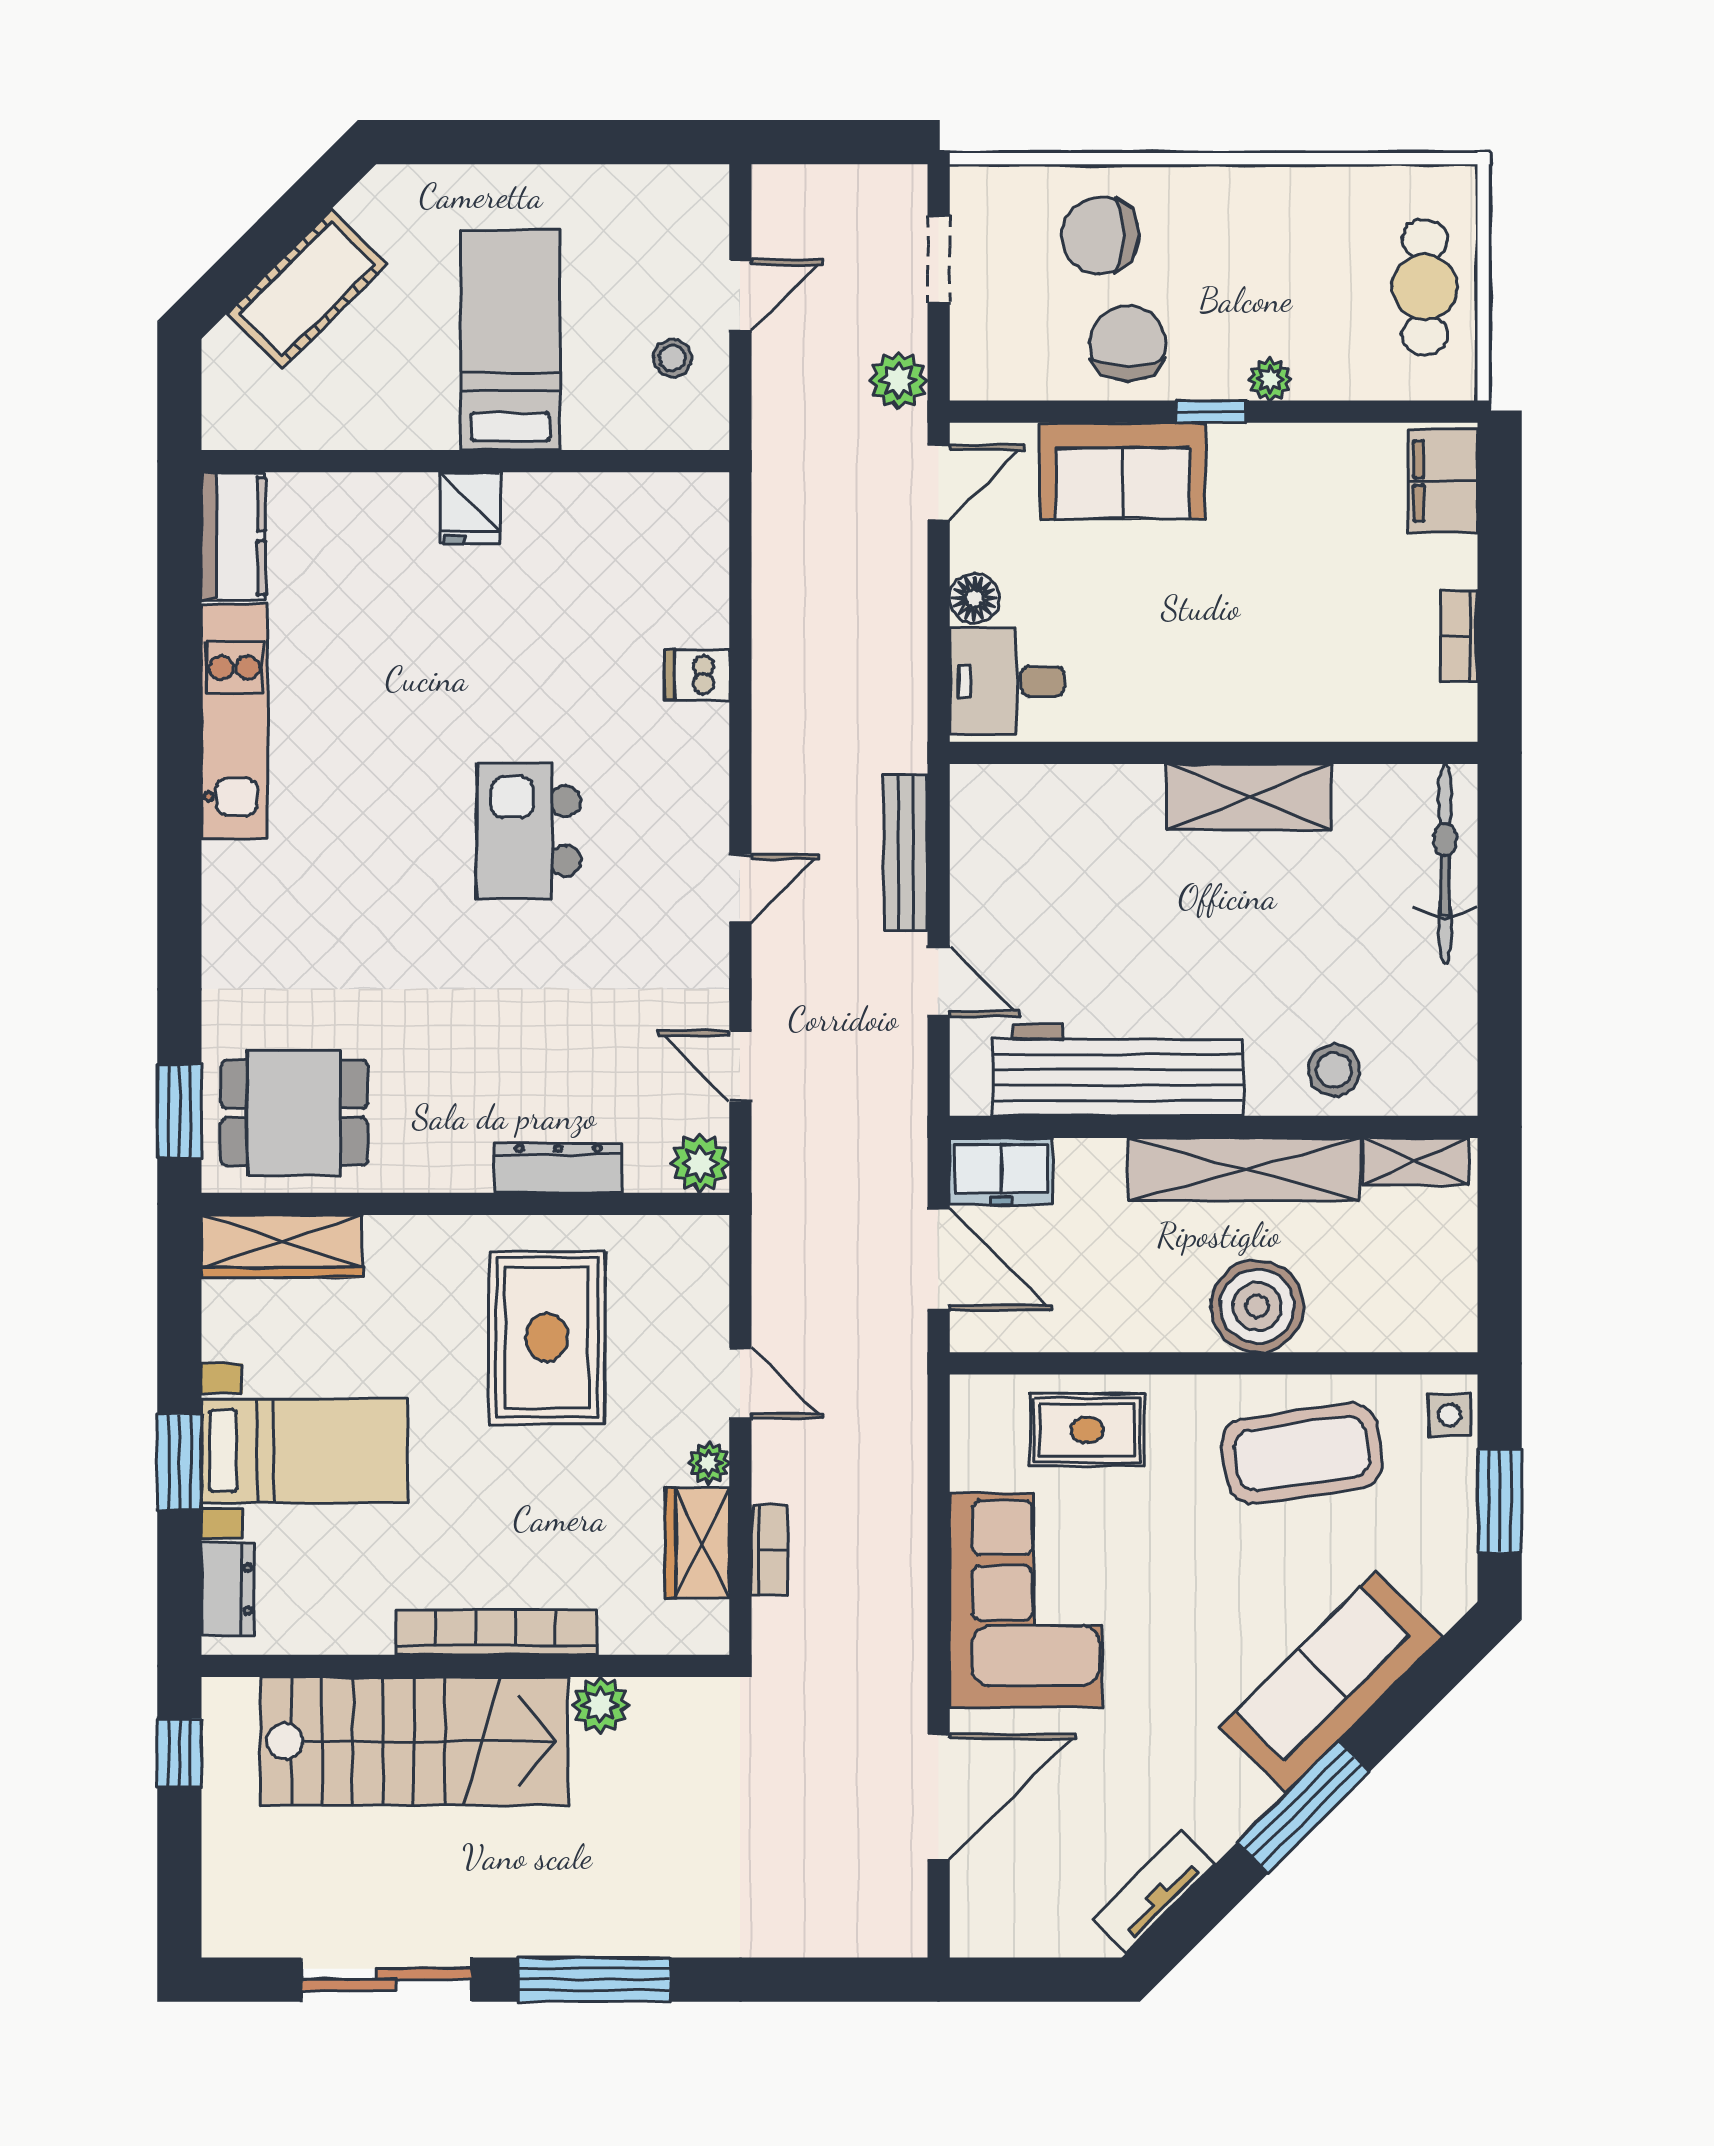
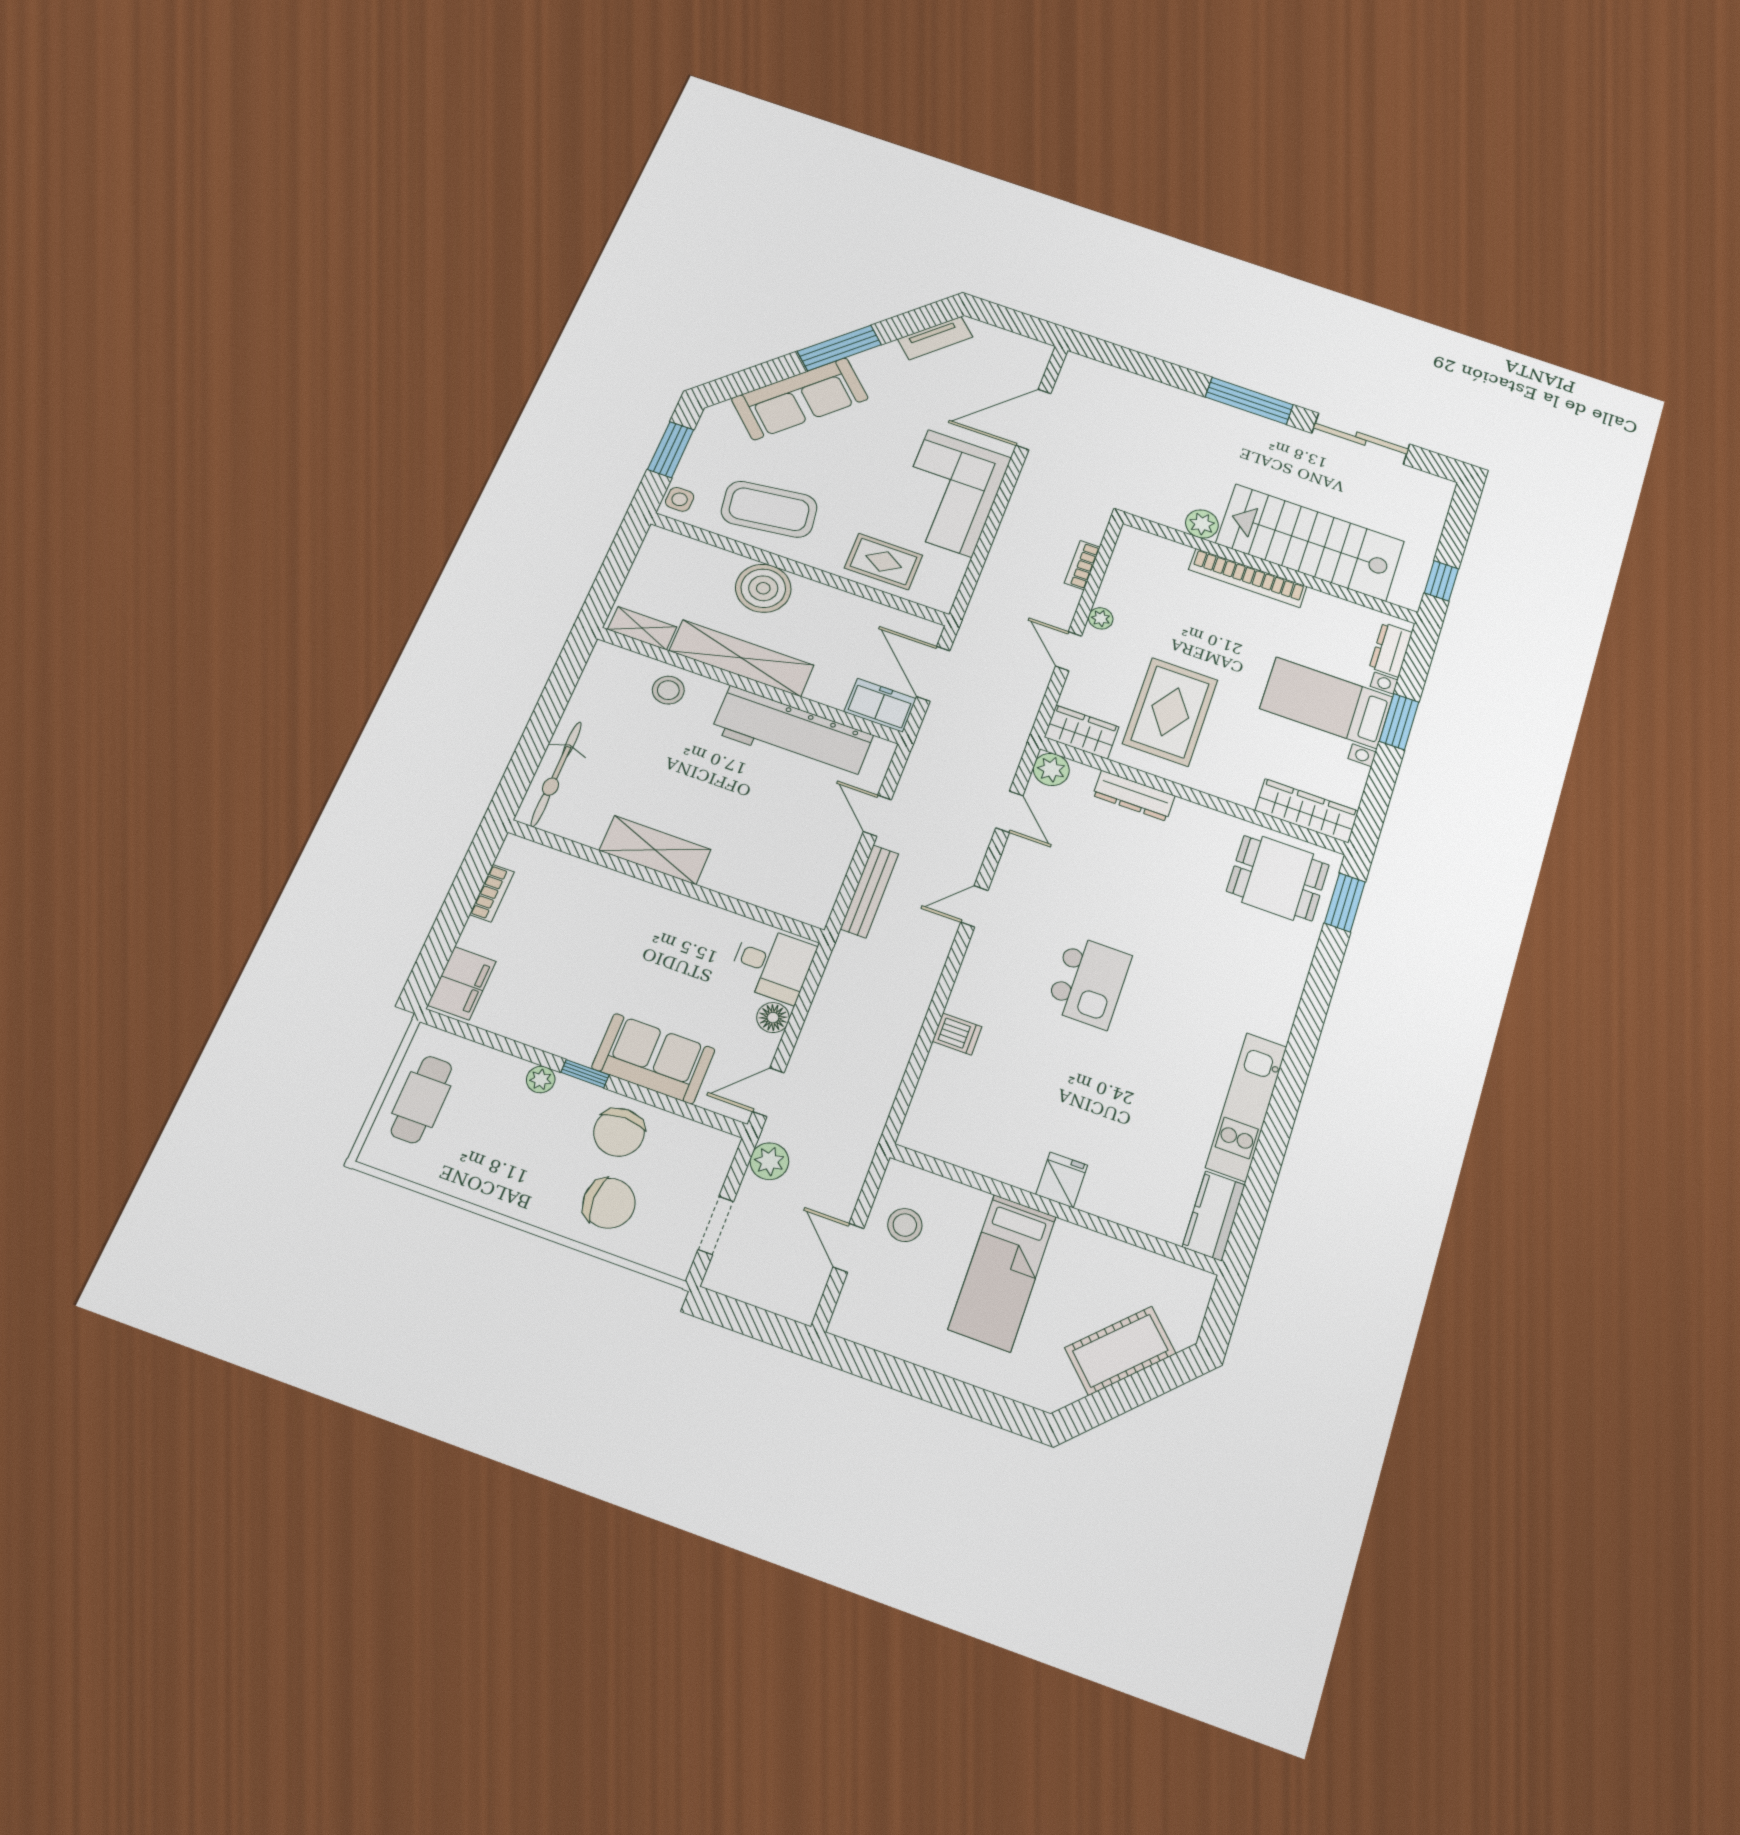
door: (740, 296) -> (848, 1248), hinge flipped
stool: (672, 358) -> (905, 1225), width x1.37, depth x1.37
wardrobe: (697, 1543) -> (1082, 732), moved, turned -90

